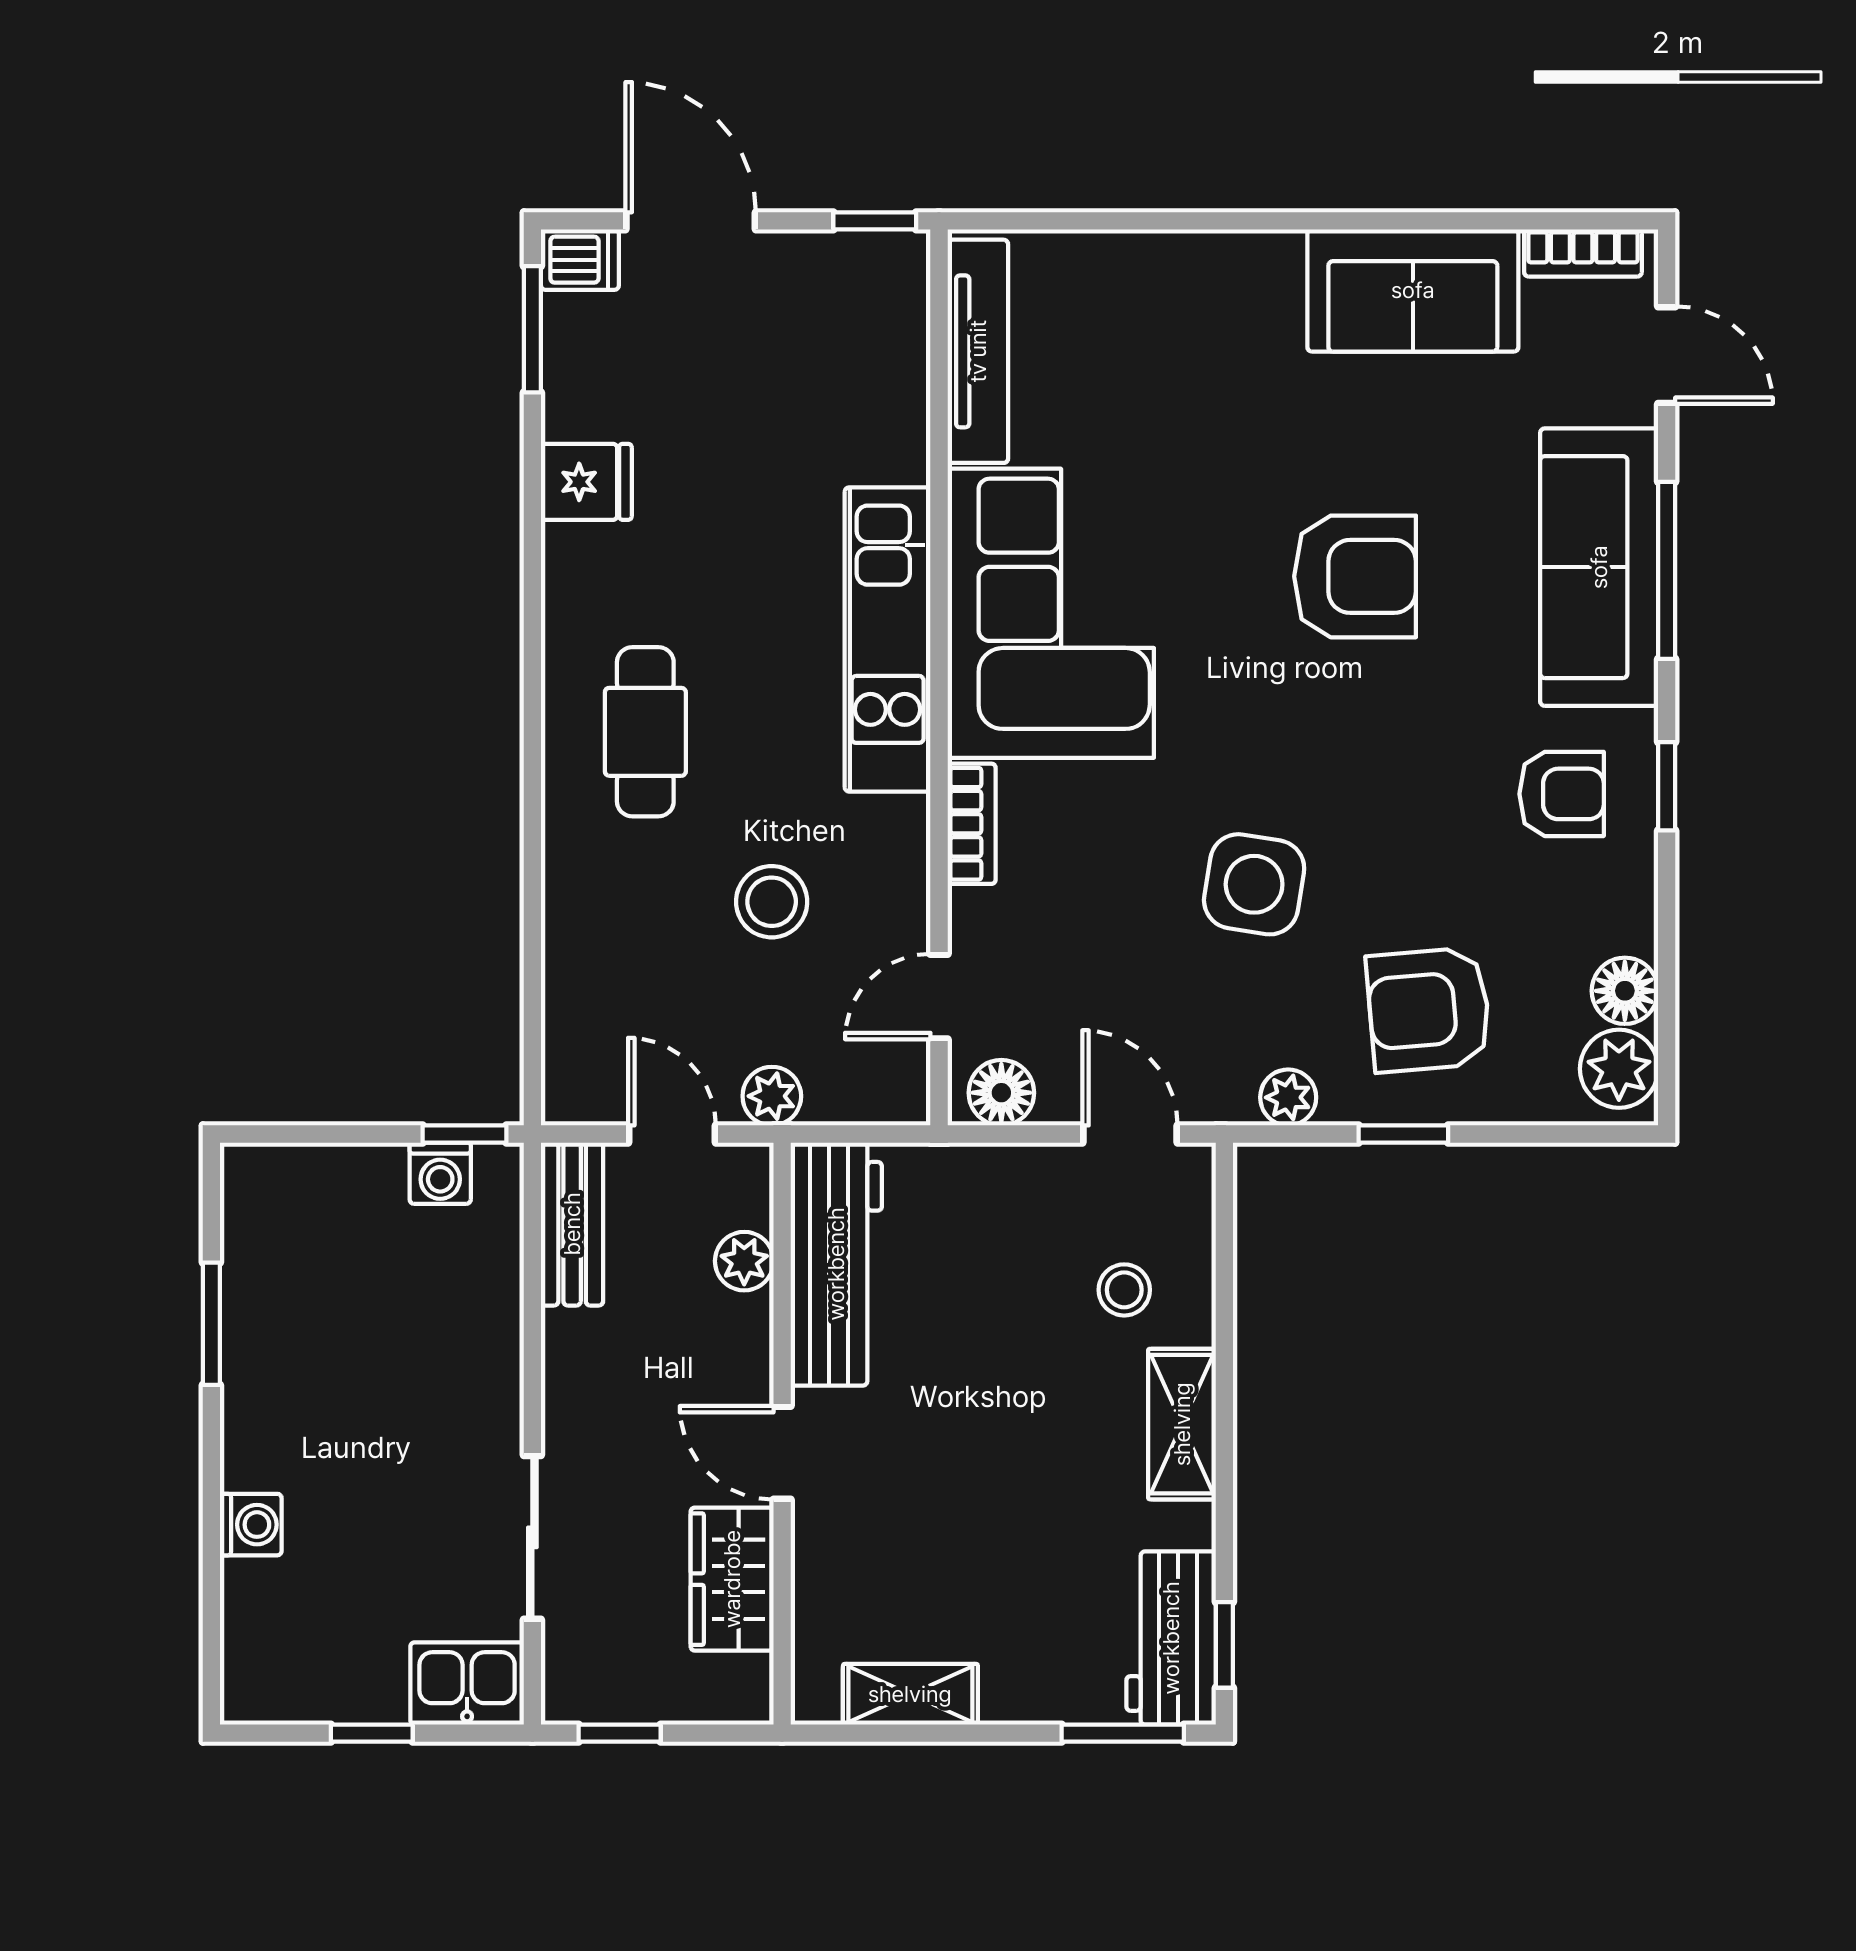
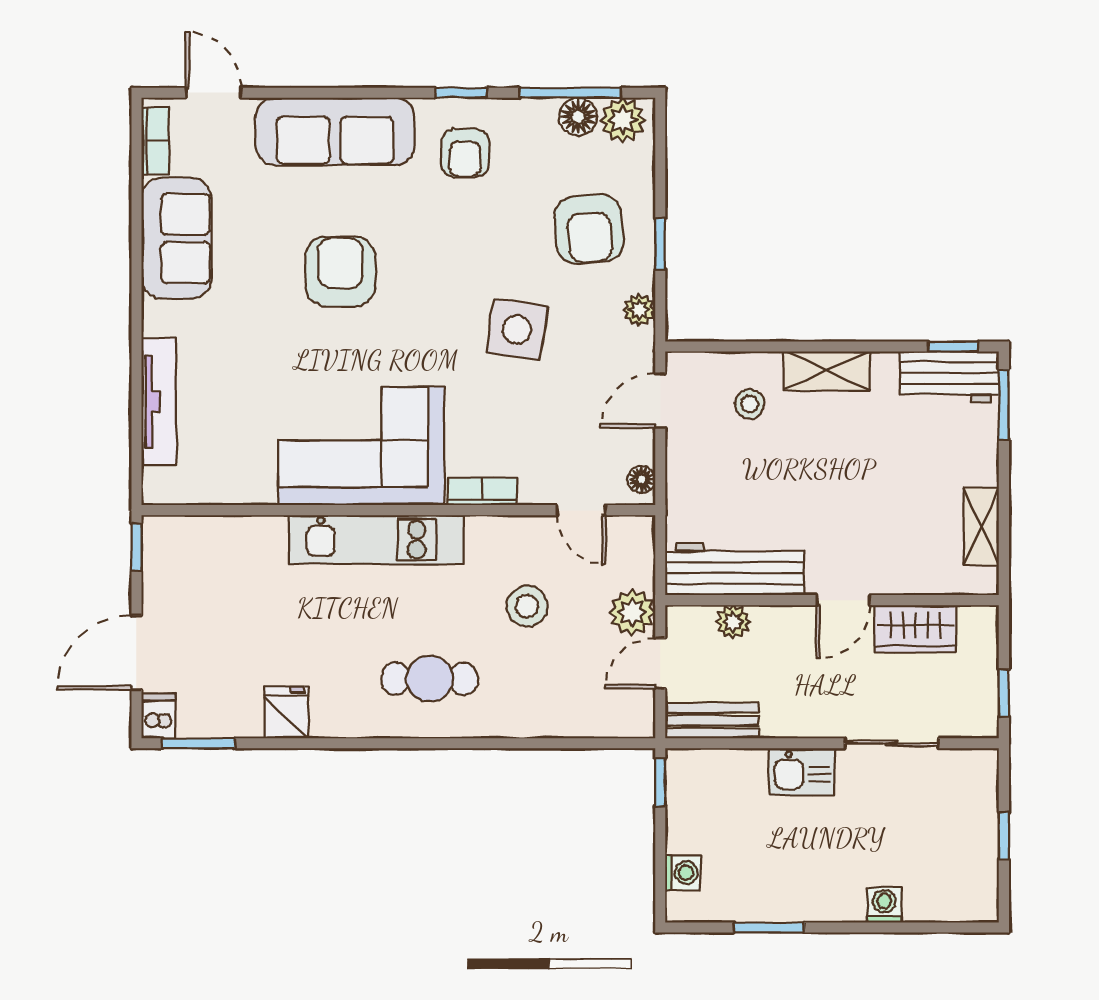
tv unit: (978, 351) -> (159, 402), moved, turned 90
door: (1667, 355) -> (213, 93), hinge flipped
window: (1667, 570) -> (570, 93), moved
armchair: (1562, 794) -> (465, 153), turned 180
floor lamp: (1001, 1093) -> (642, 479), width x0.73, depth x0.73
plant: (772, 1096) -> (632, 612), width x1.38, depth x1.38
washing machine: (440, 1173) -> (683, 873), moved
kitchen sink: (467, 1683) -> (802, 772), moved, turned -90

